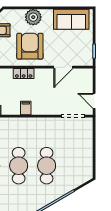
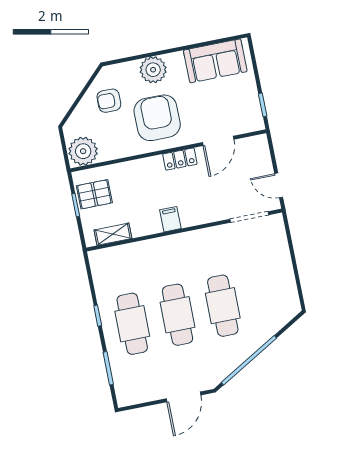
locker: (24, 73) -> (180, 159), moved

